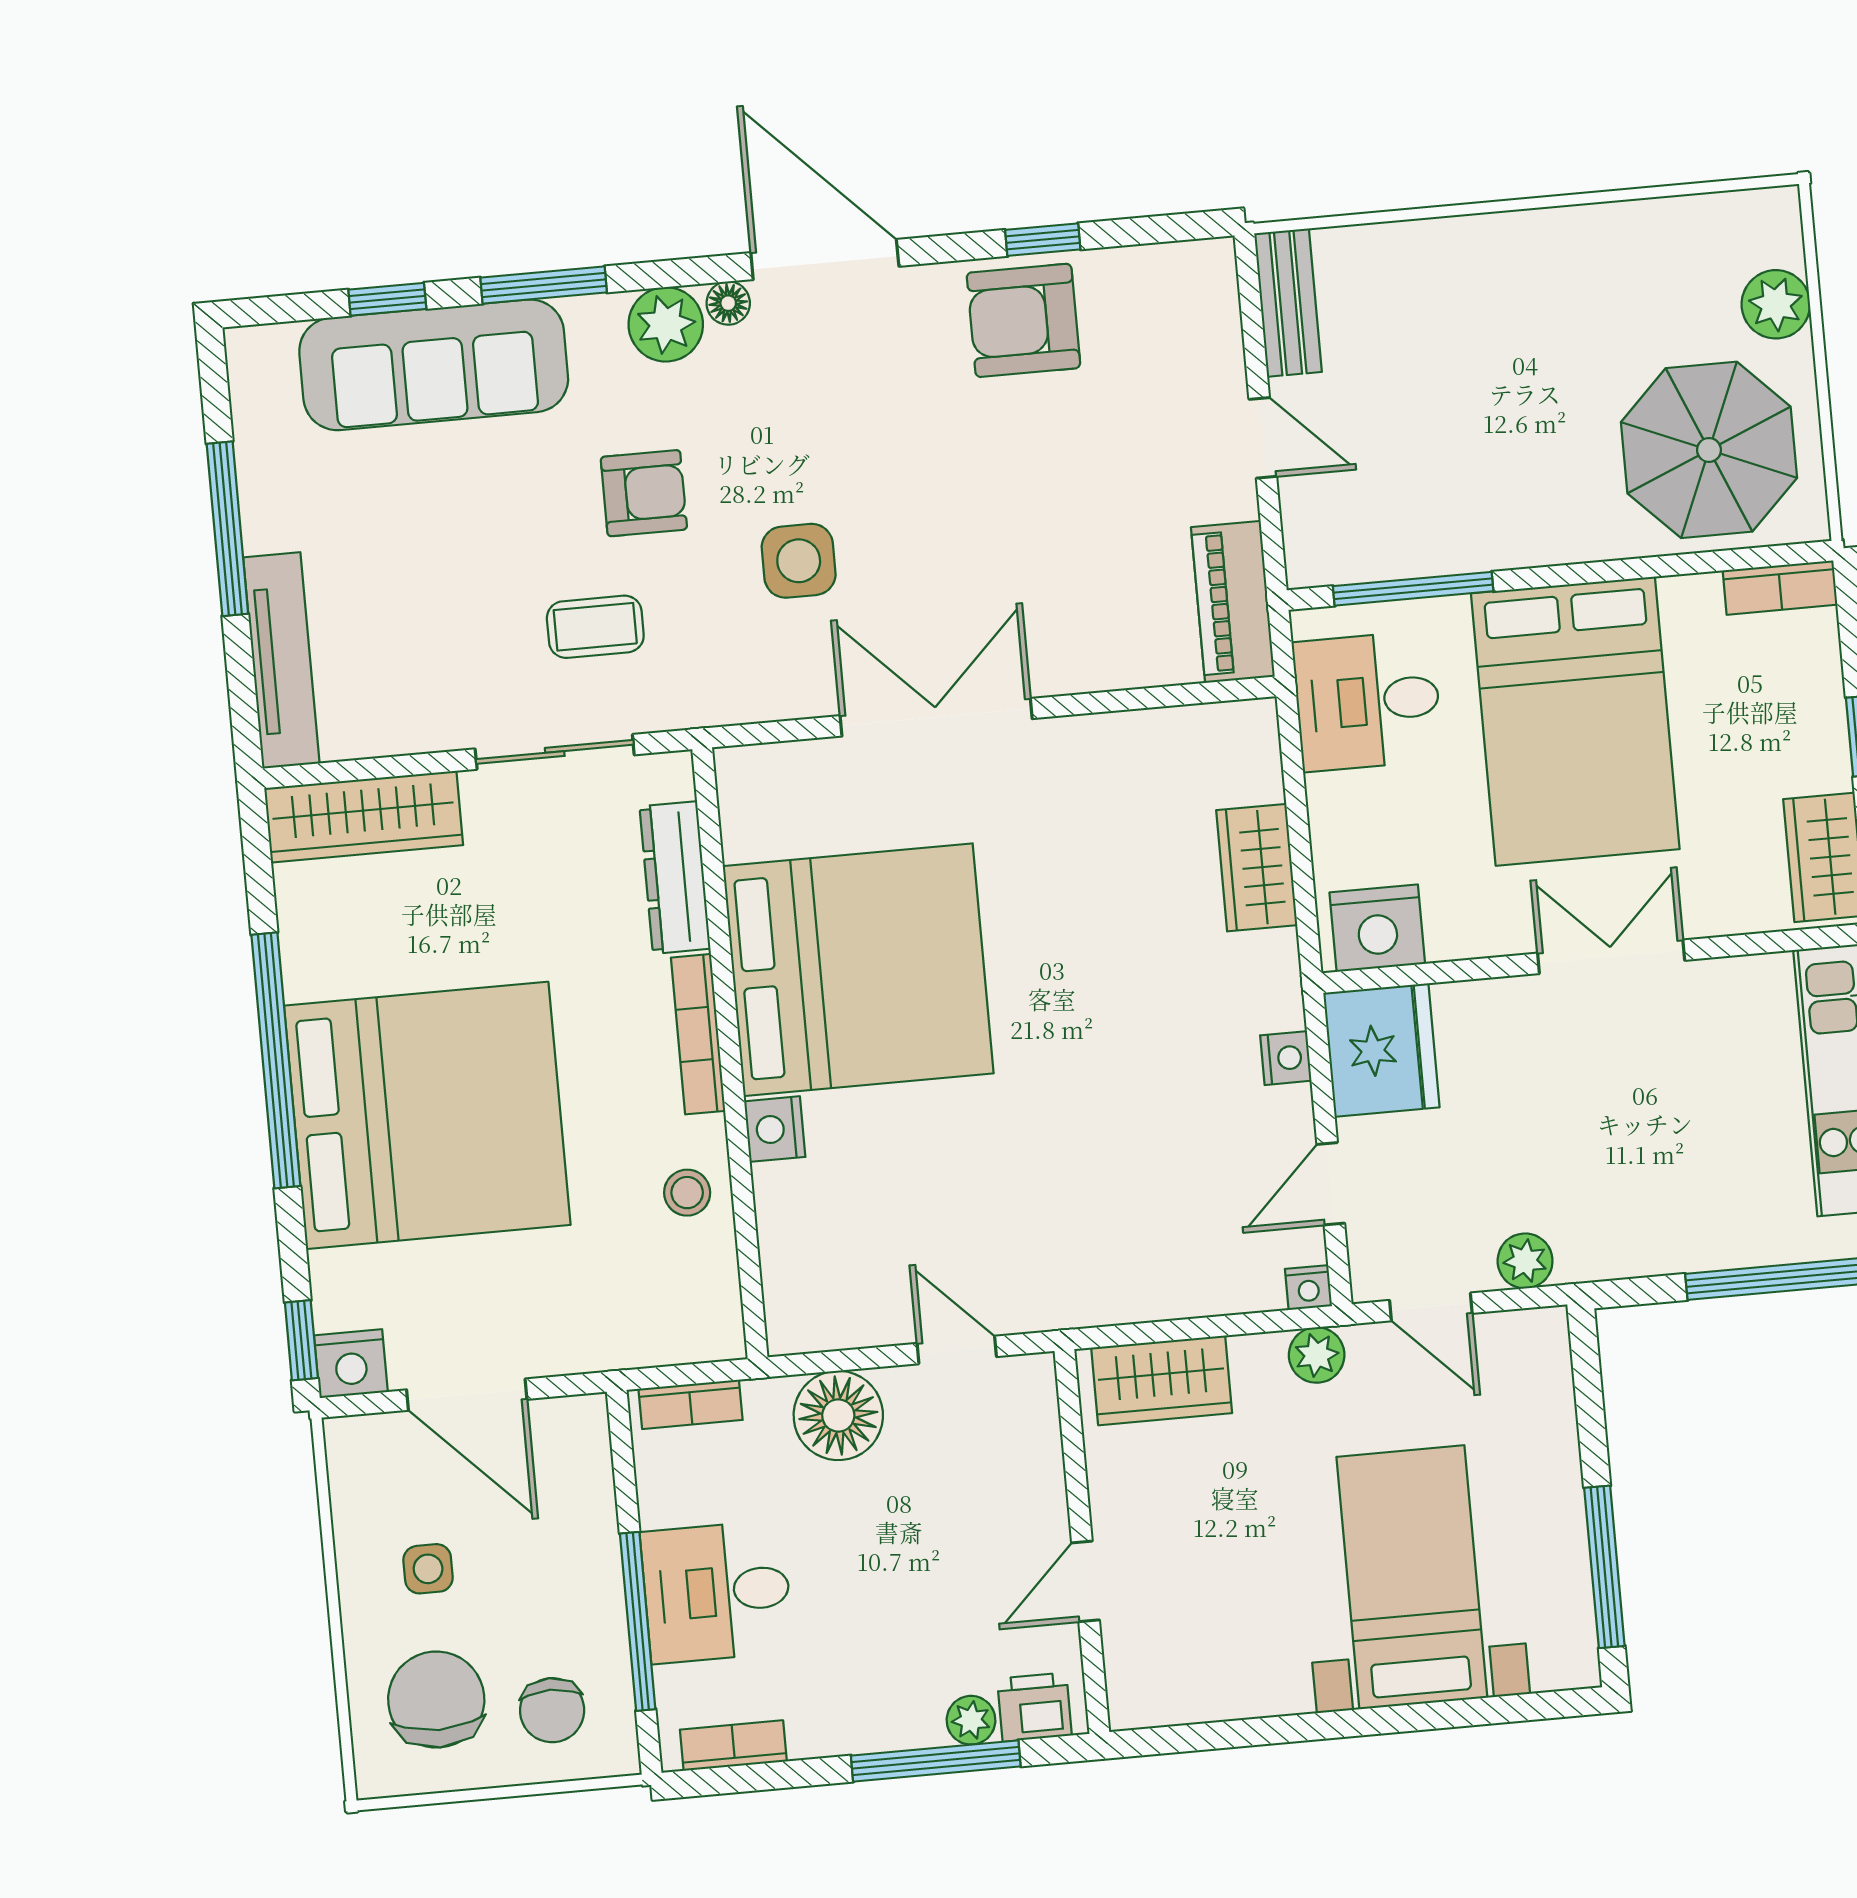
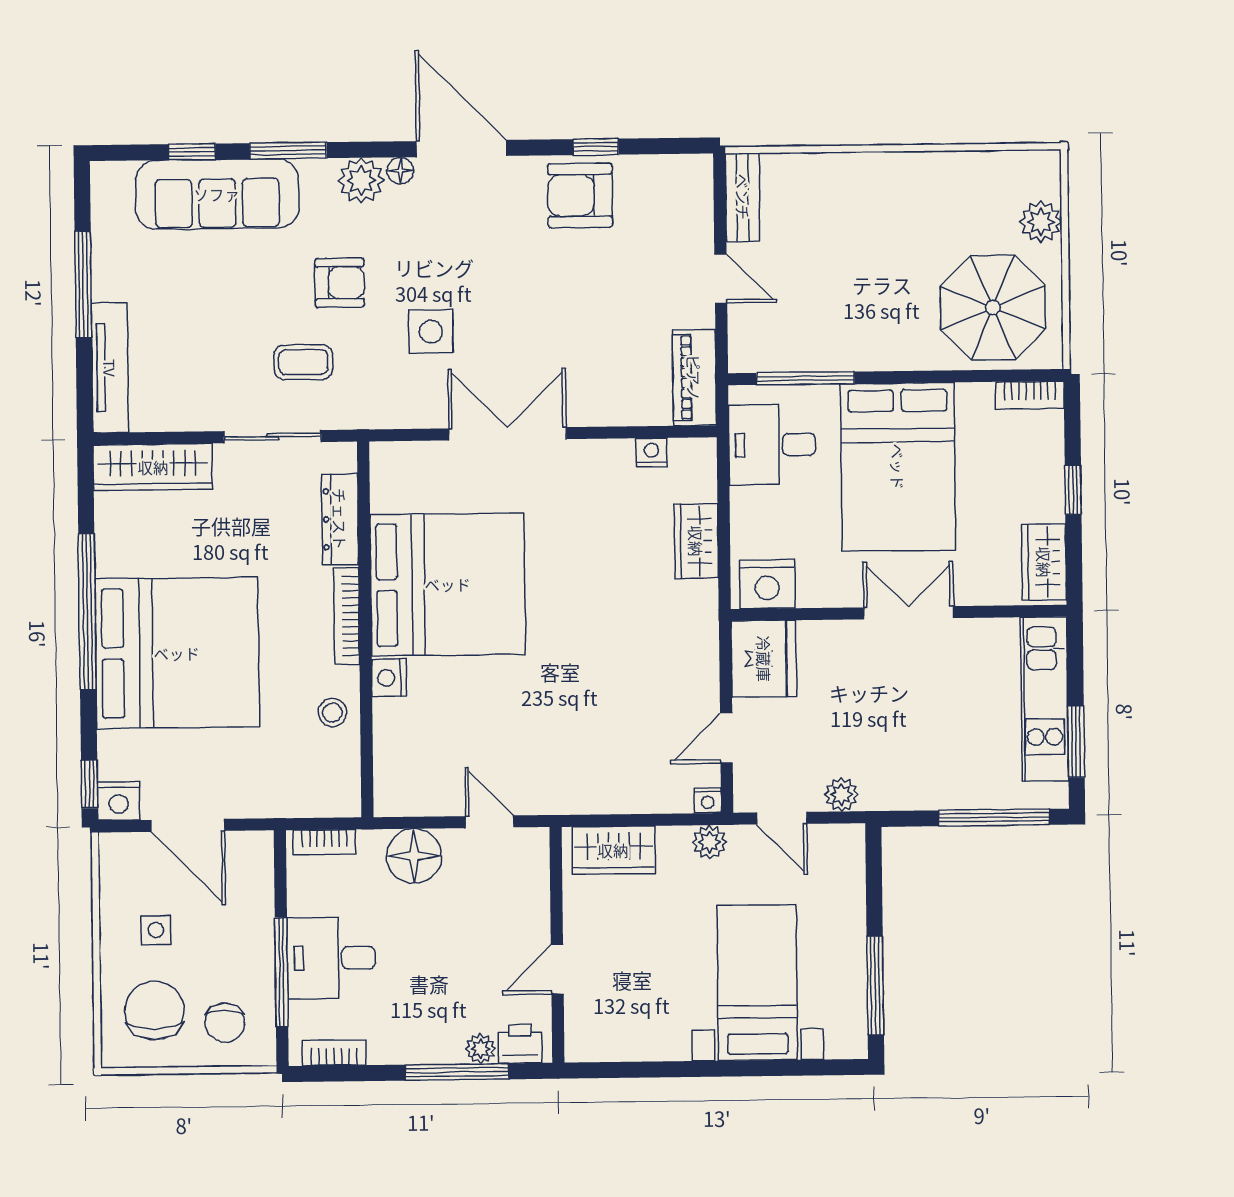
nightstand: (1286, 1058) -> (652, 452), moved, turned -90

